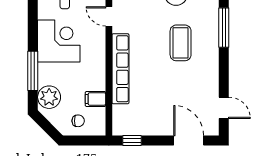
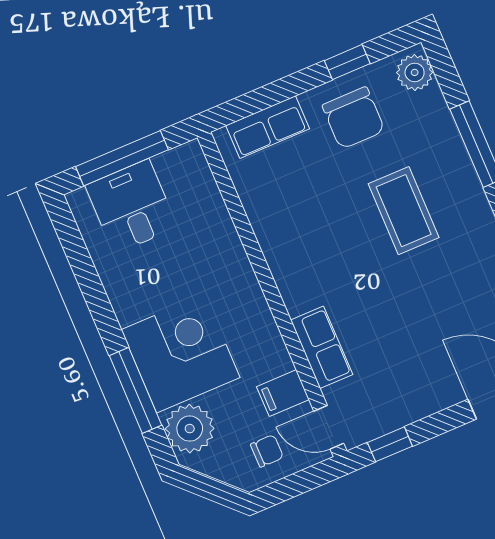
door: (109, 16) -> (329, 427), moved
corner desk: (59, 41) -> (180, 354), moved
row of seats: (120, 69) -> (322, 347), width x0.50

